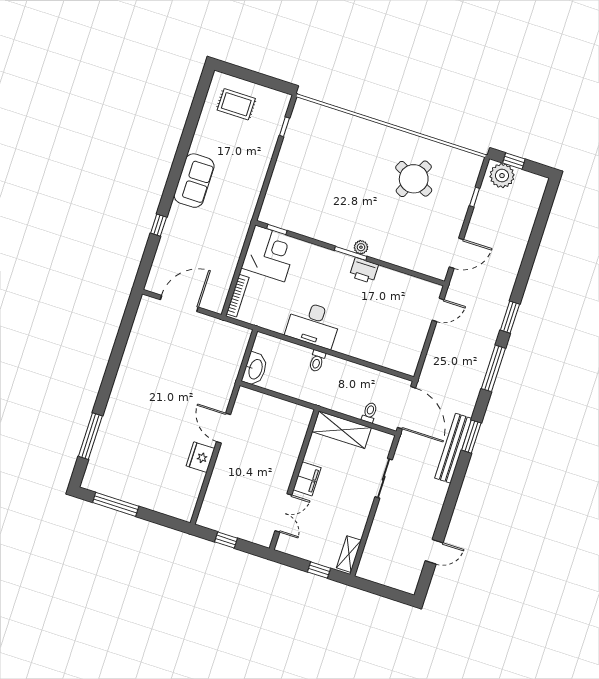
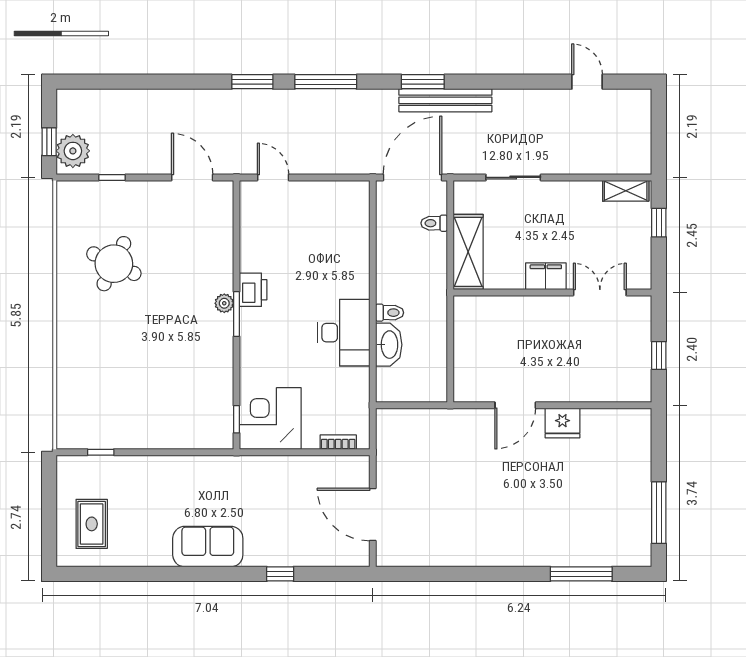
bookcase: (238, 296) -> (338, 442), width x0.64
washbasin: (255, 369) -> (389, 345), moved, turned 90

